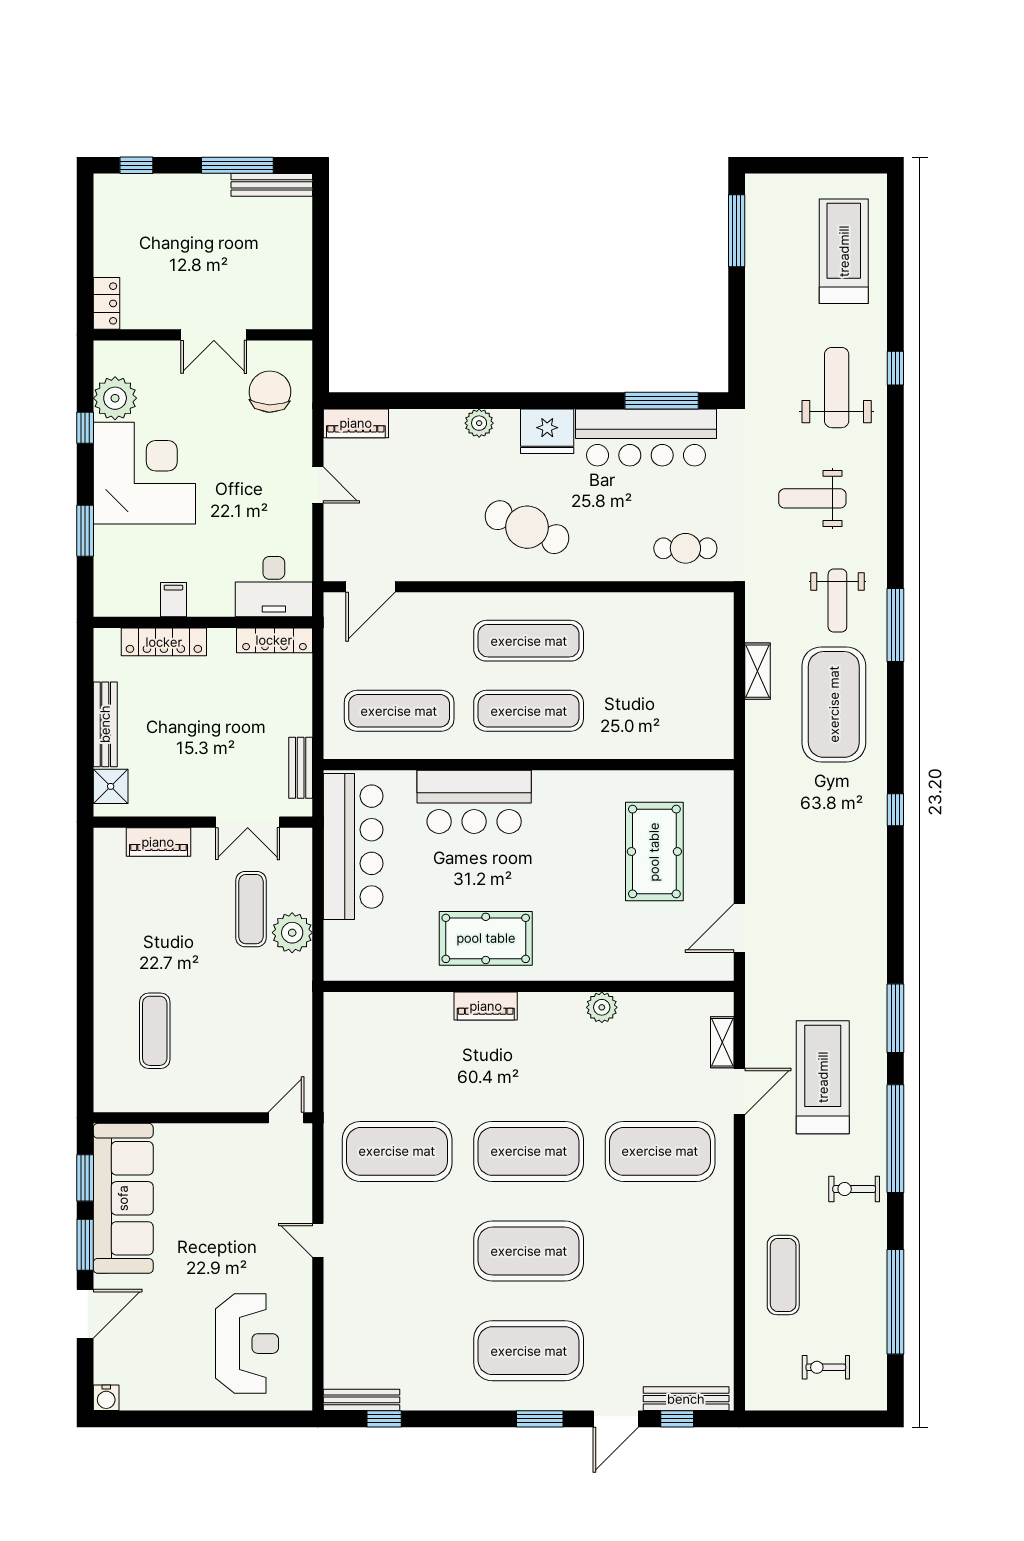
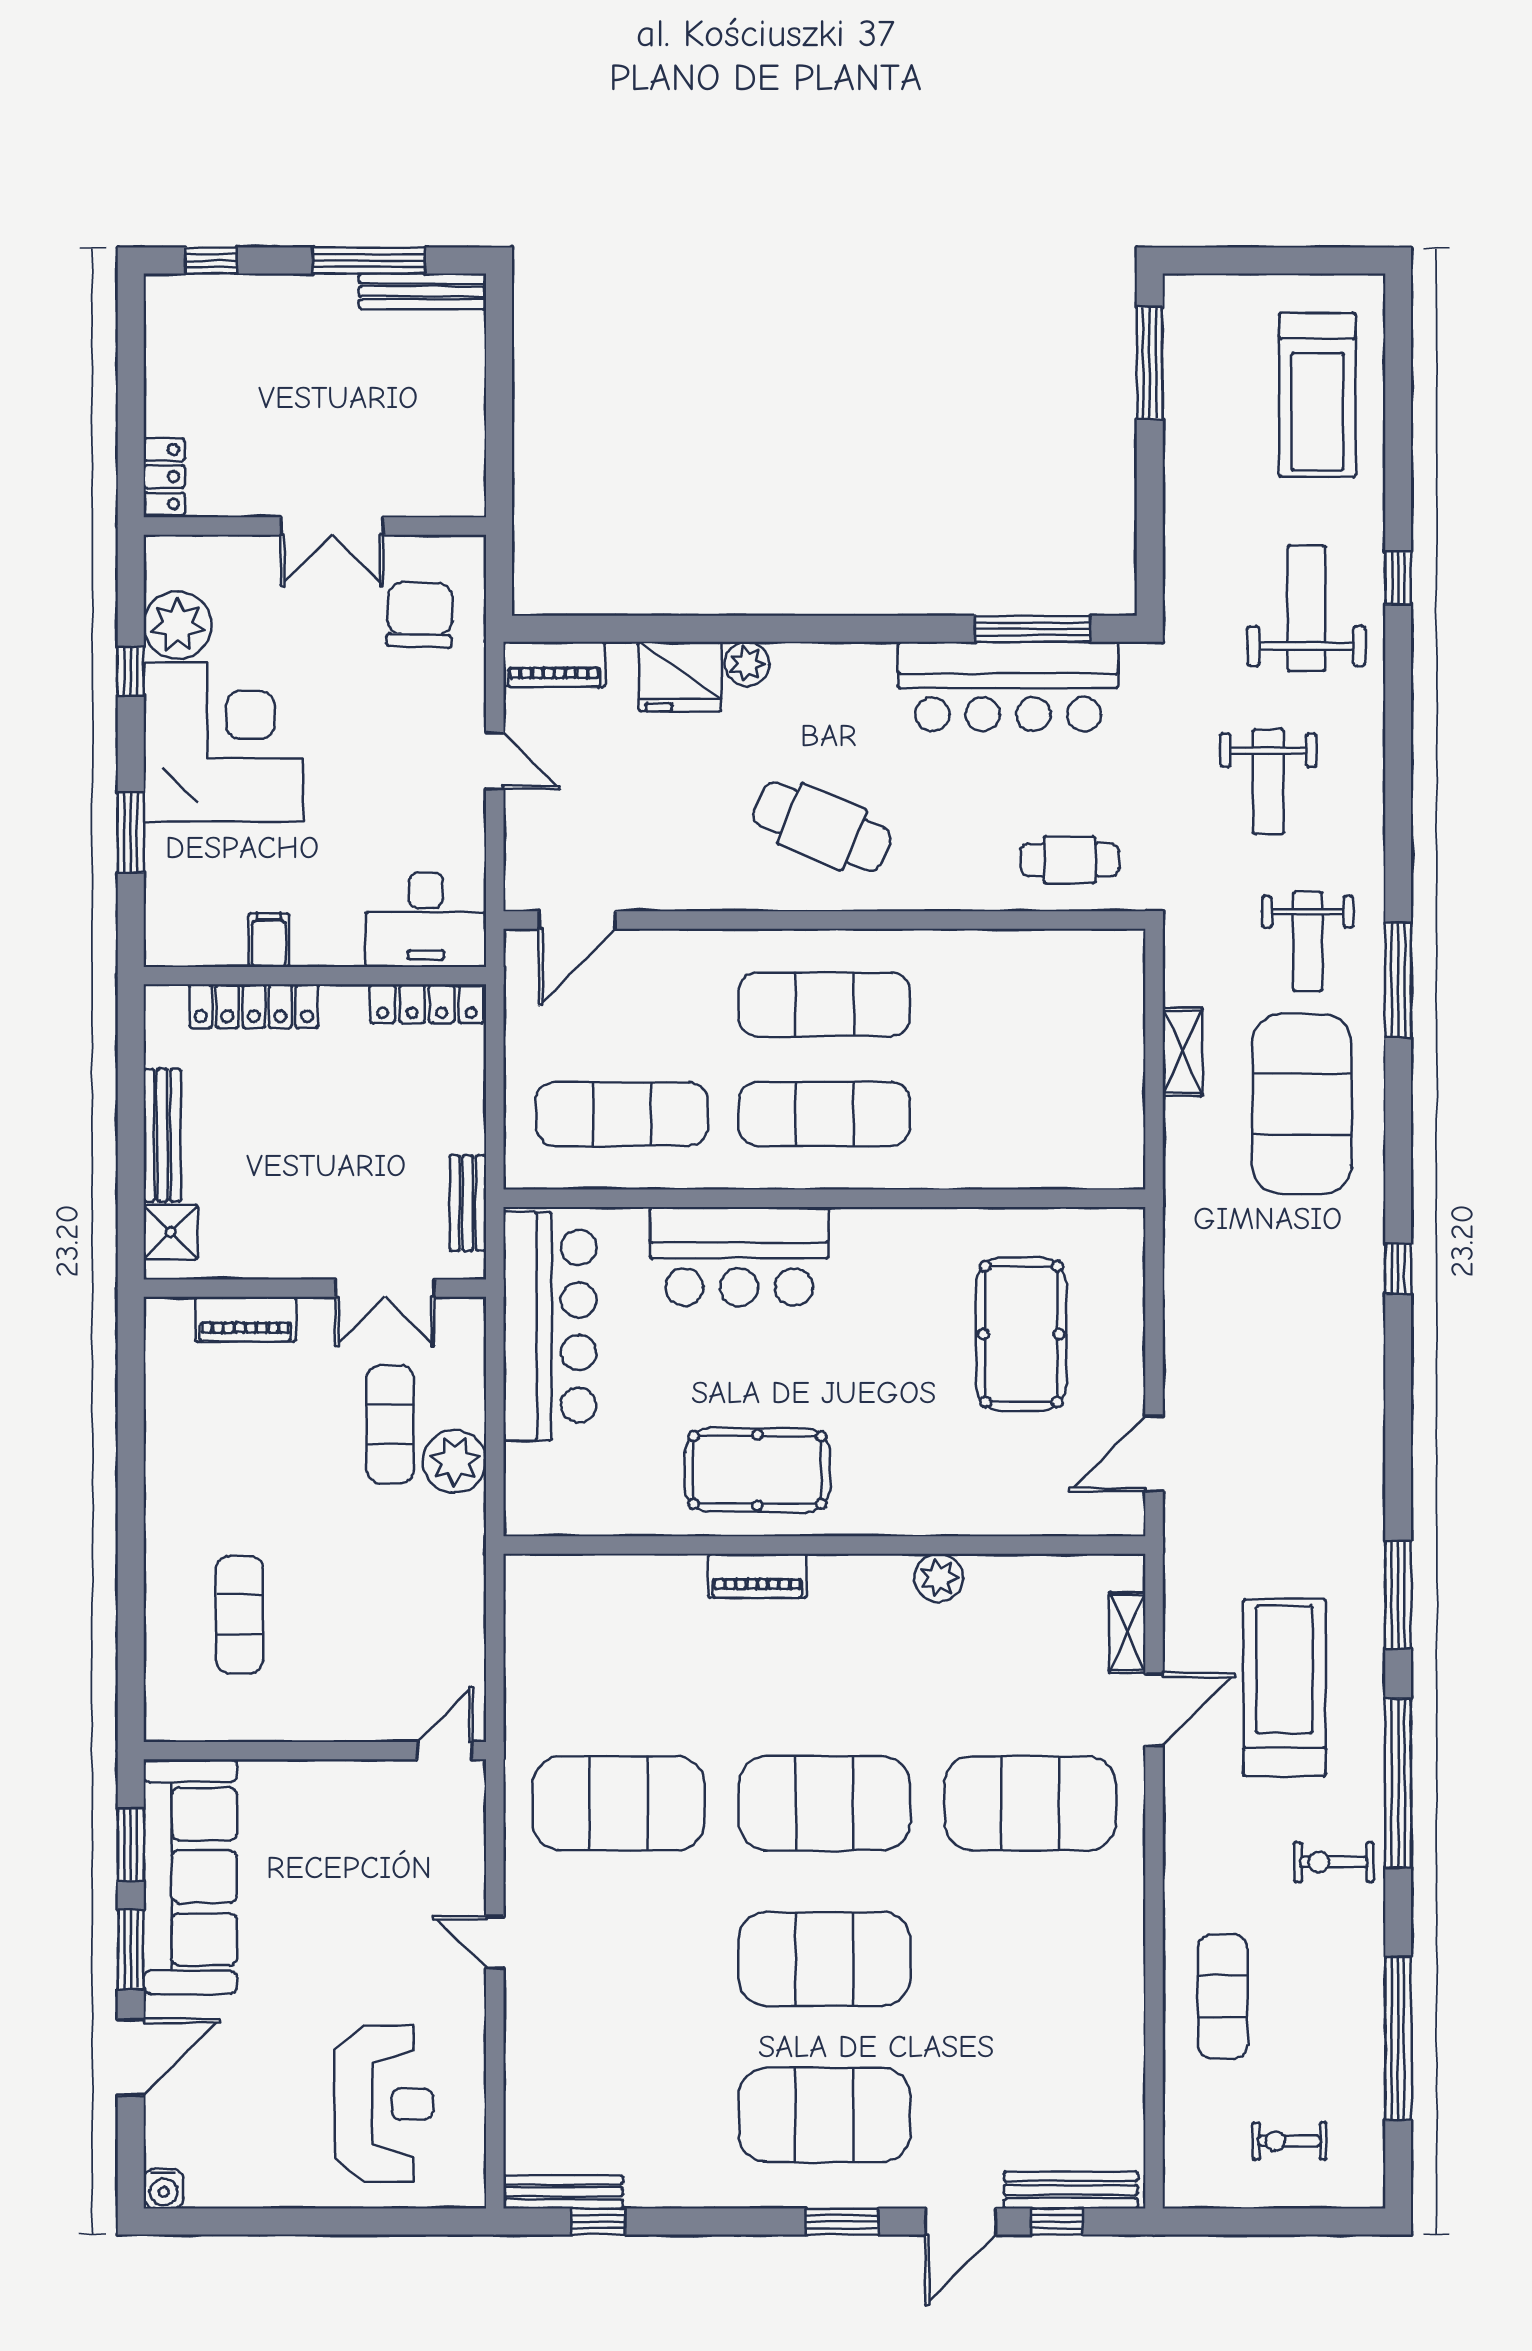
treadmill: (844, 251) -> (1317, 395), turned 180
fridge: (547, 431) -> (680, 677), moved
weight bench: (812, 498) -> (1268, 782), turned -90

